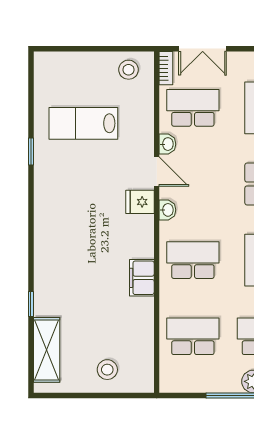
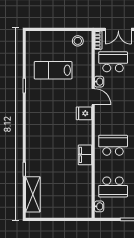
washbasin: (167, 210) -> (99, 206), moved
school desk: (193, 336) -> (113, 187), turned 180
stool: (107, 370) -> (66, 205), removed

